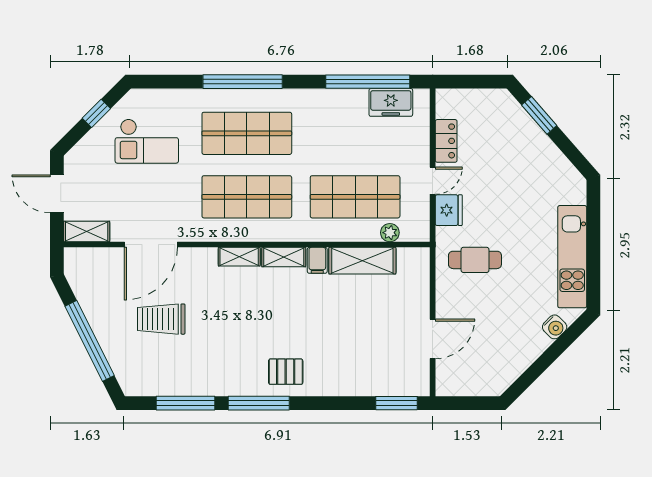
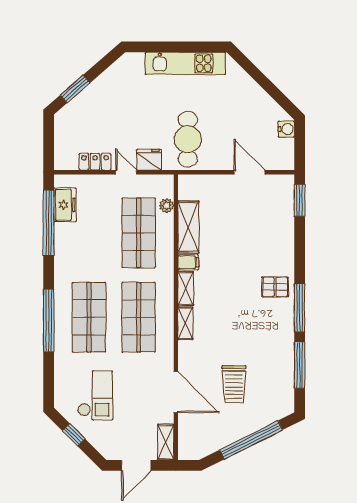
cafe table: (475, 260) -> (188, 139), width x1.37, depth x1.35
water cooler: (555, 327) -> (286, 129), moved, turned 45
pallet: (286, 372) -> (275, 287), turned 90

